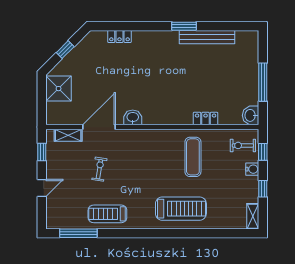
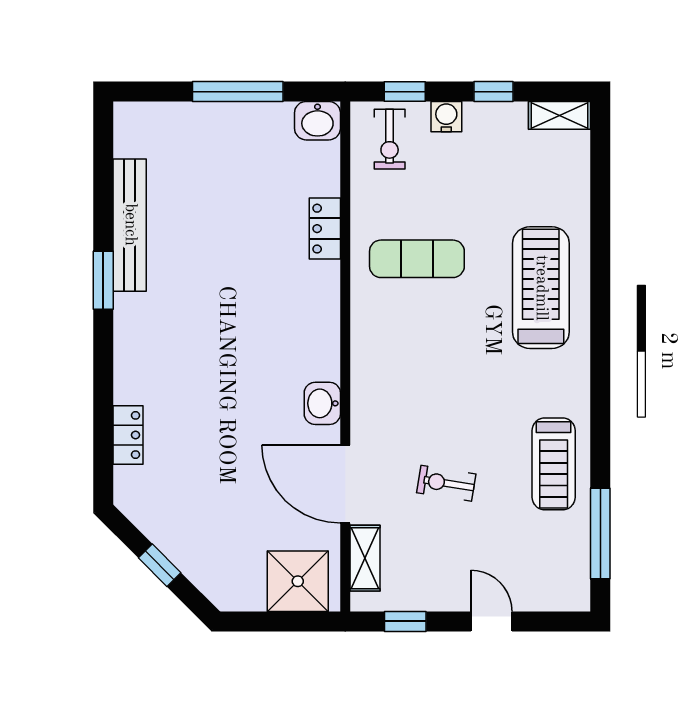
shower: (59, 89) -> (298, 581), moved

